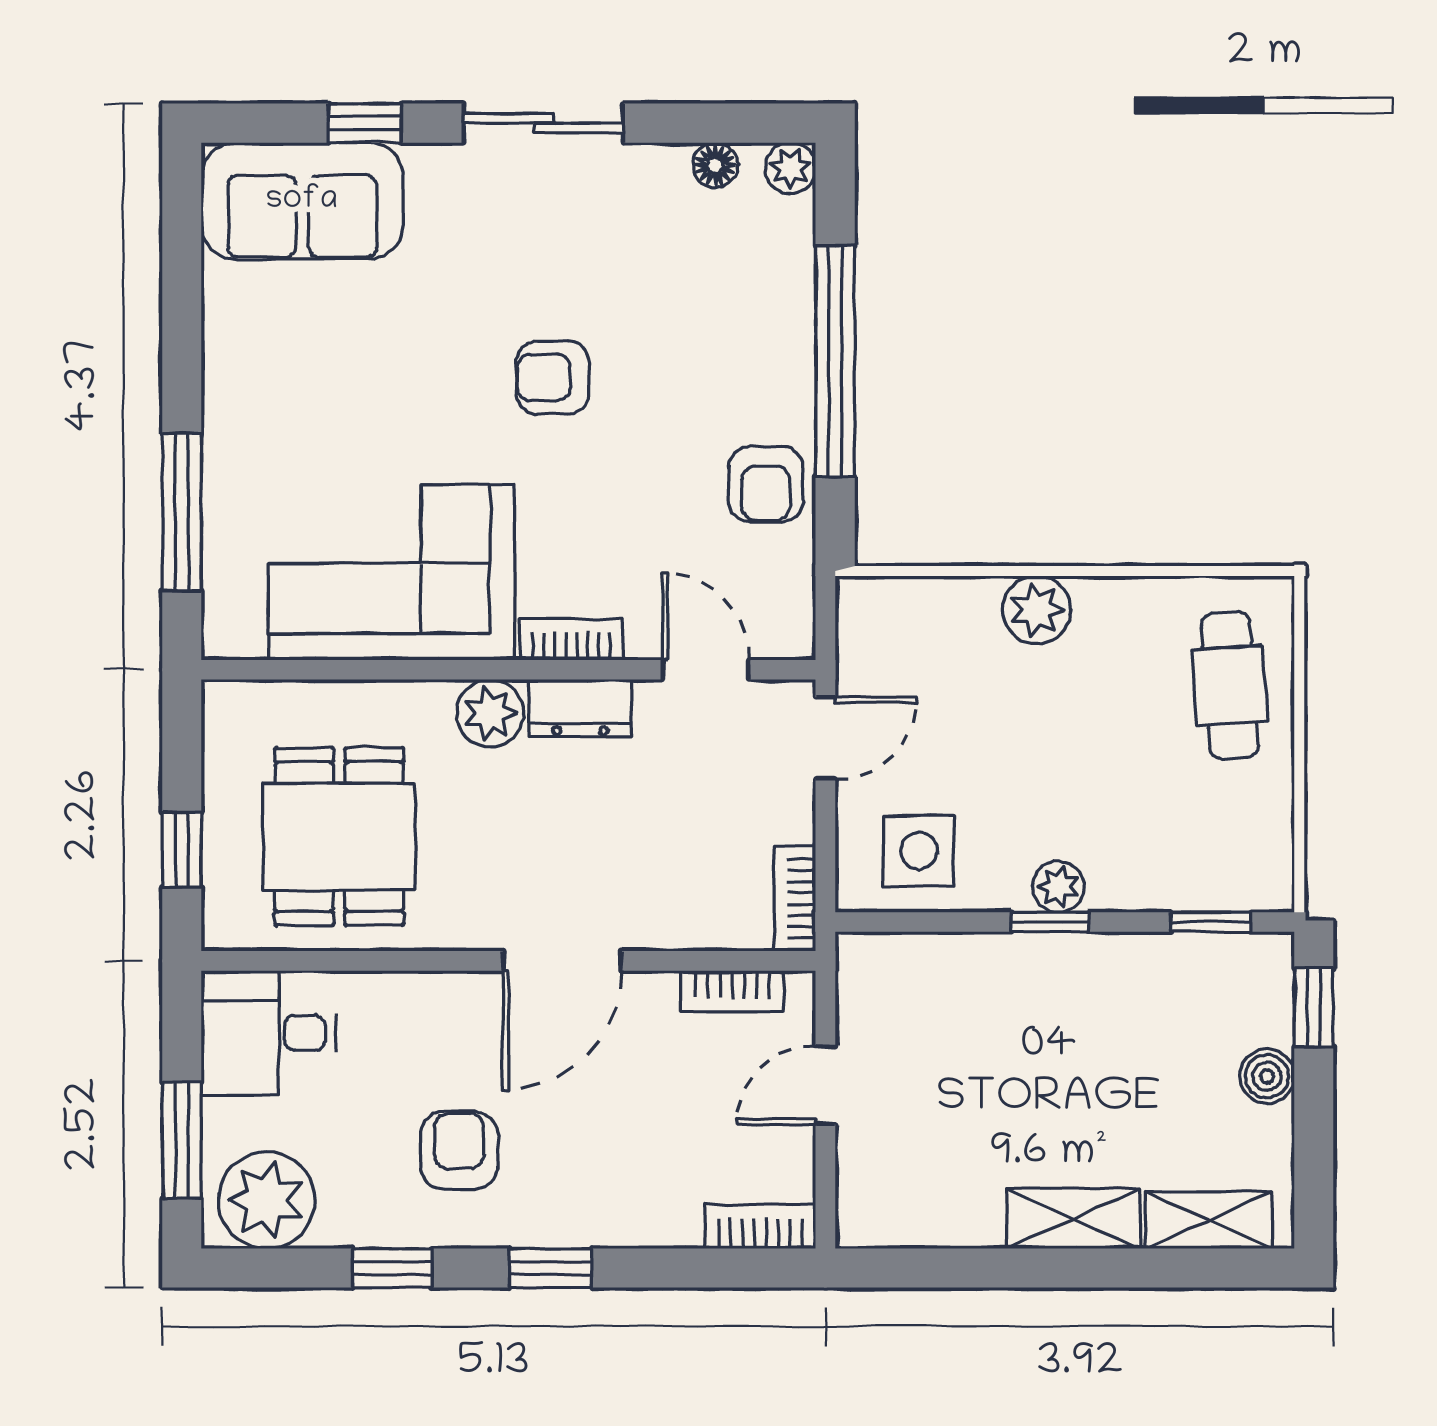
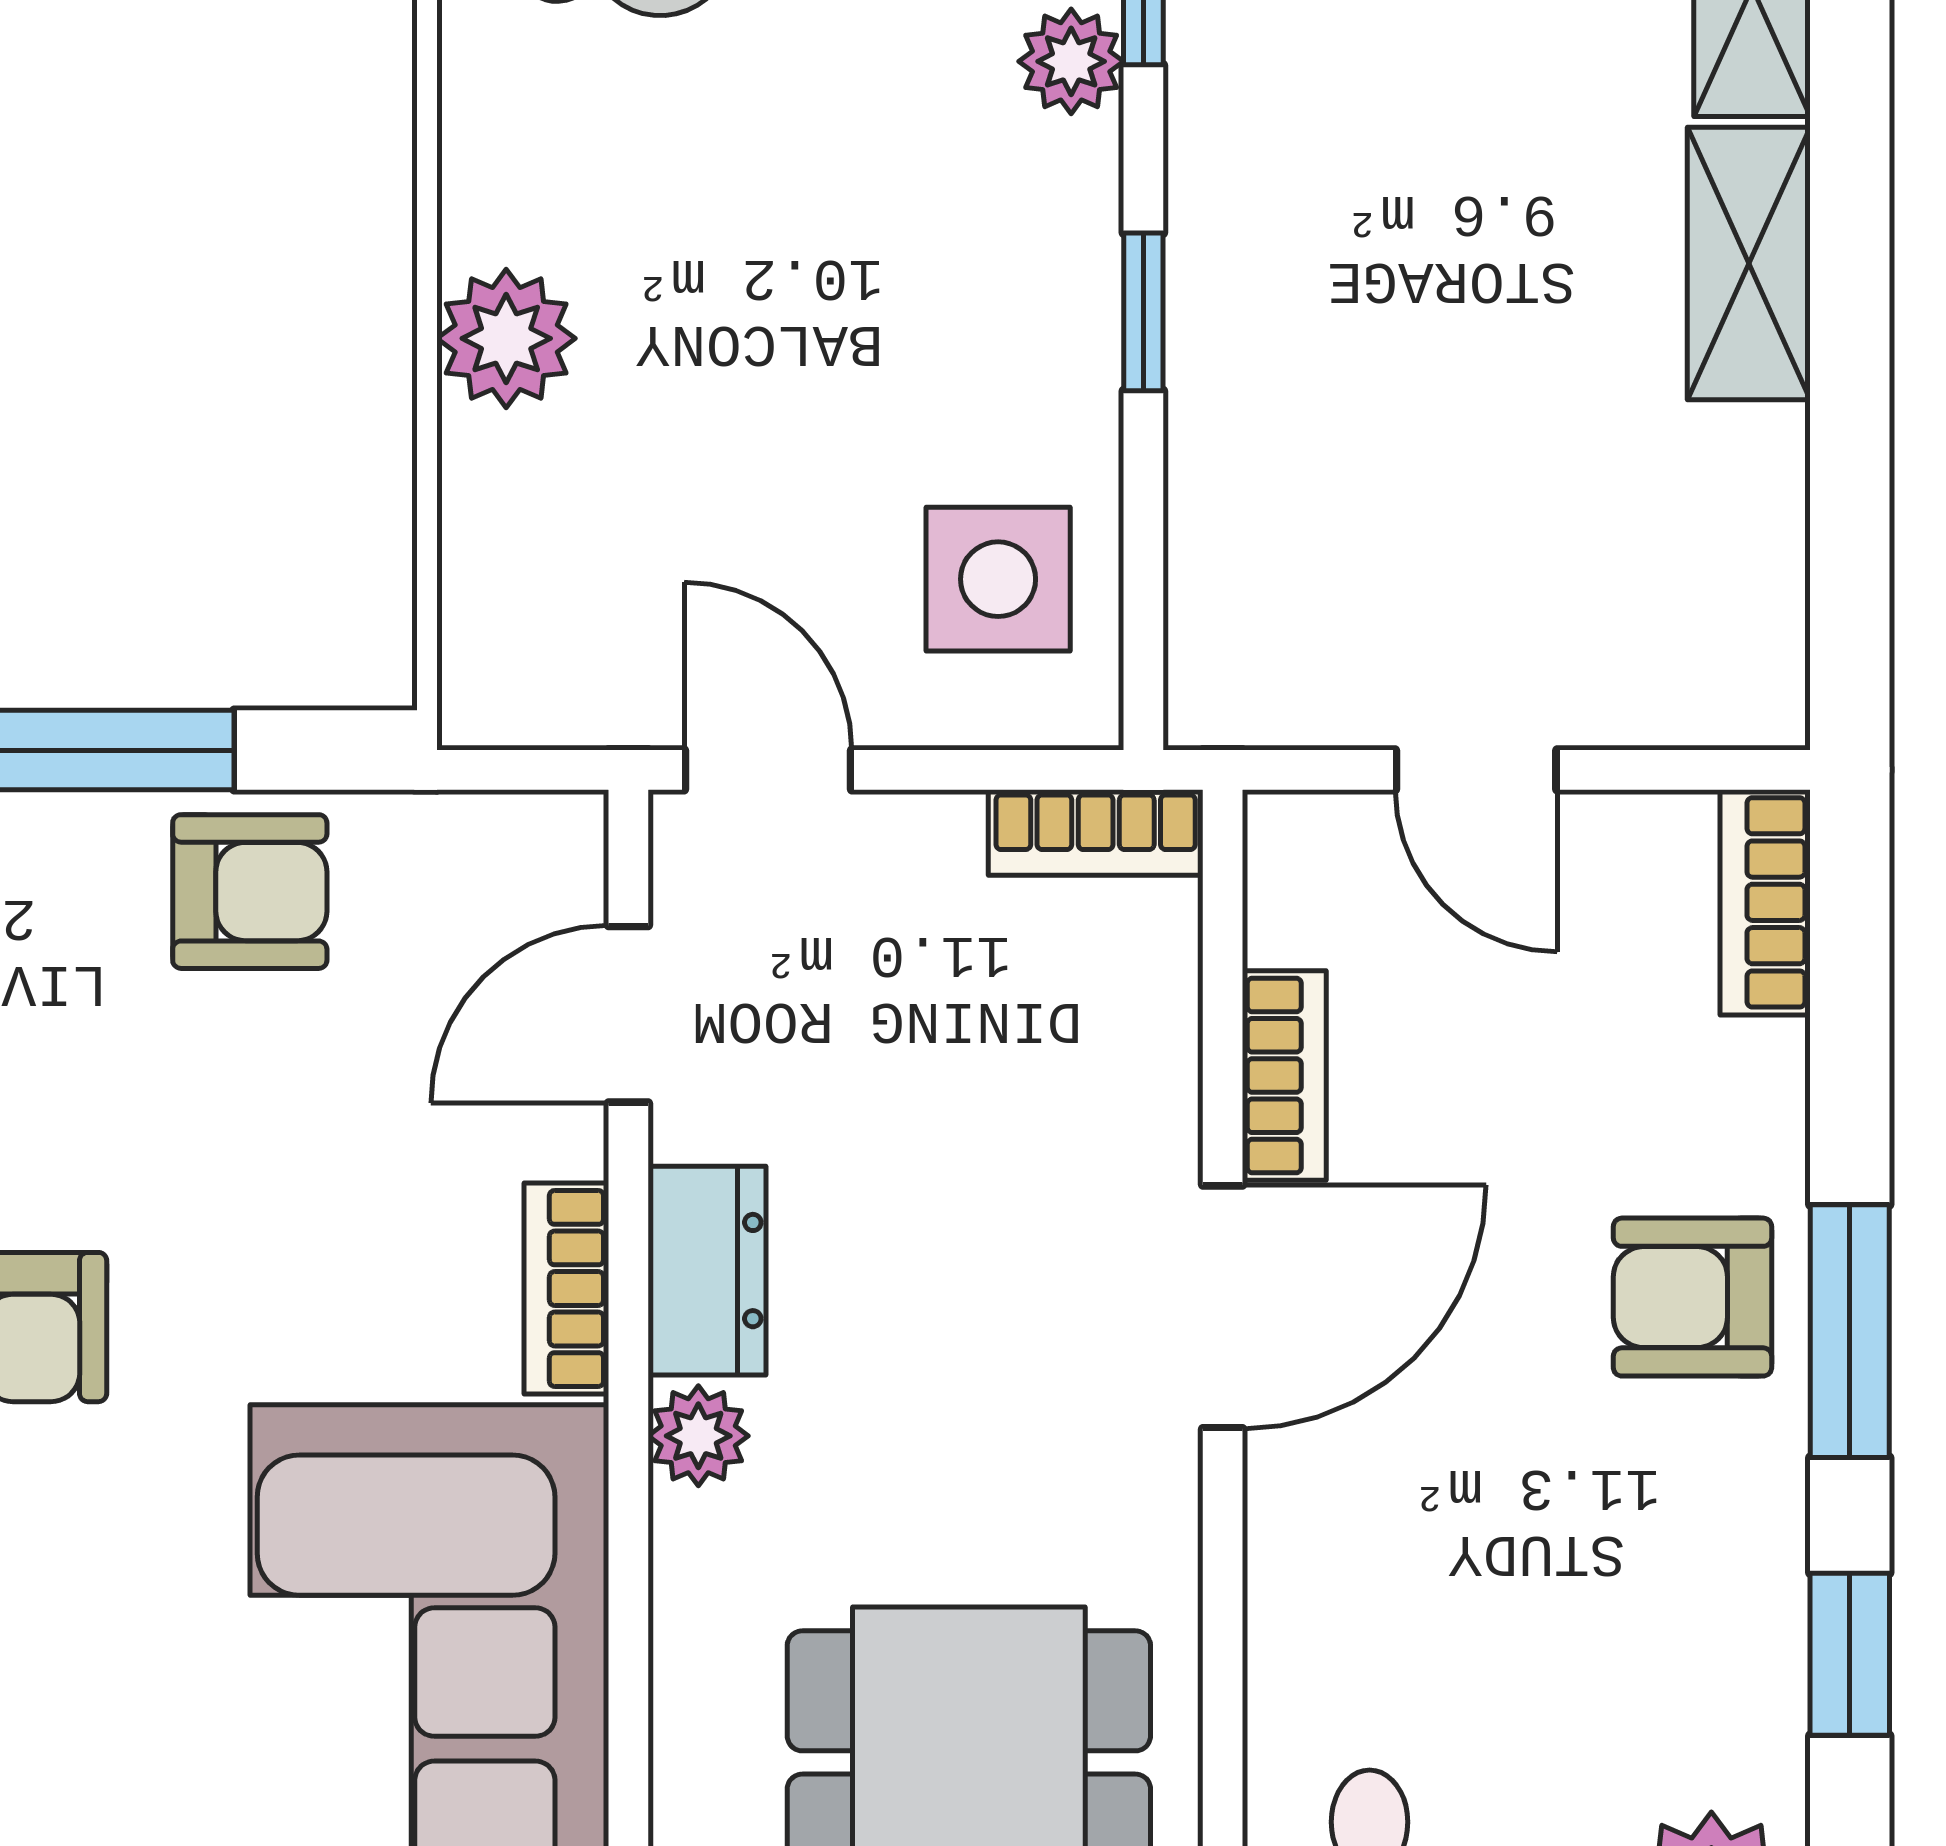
plant: (490, 713) -> (698, 1436), width x0.73, depth x0.73
plant: (1058, 887) -> (1071, 61), moved
door: (562, 961) -> (1223, 1307), hinge flipped
bookcase: (732, 991) -> (1284, 1075), moved
armchair: (459, 1150) -> (1693, 1297), moved
window: (550, 1268) -> (1850, 1331), width x1.50

